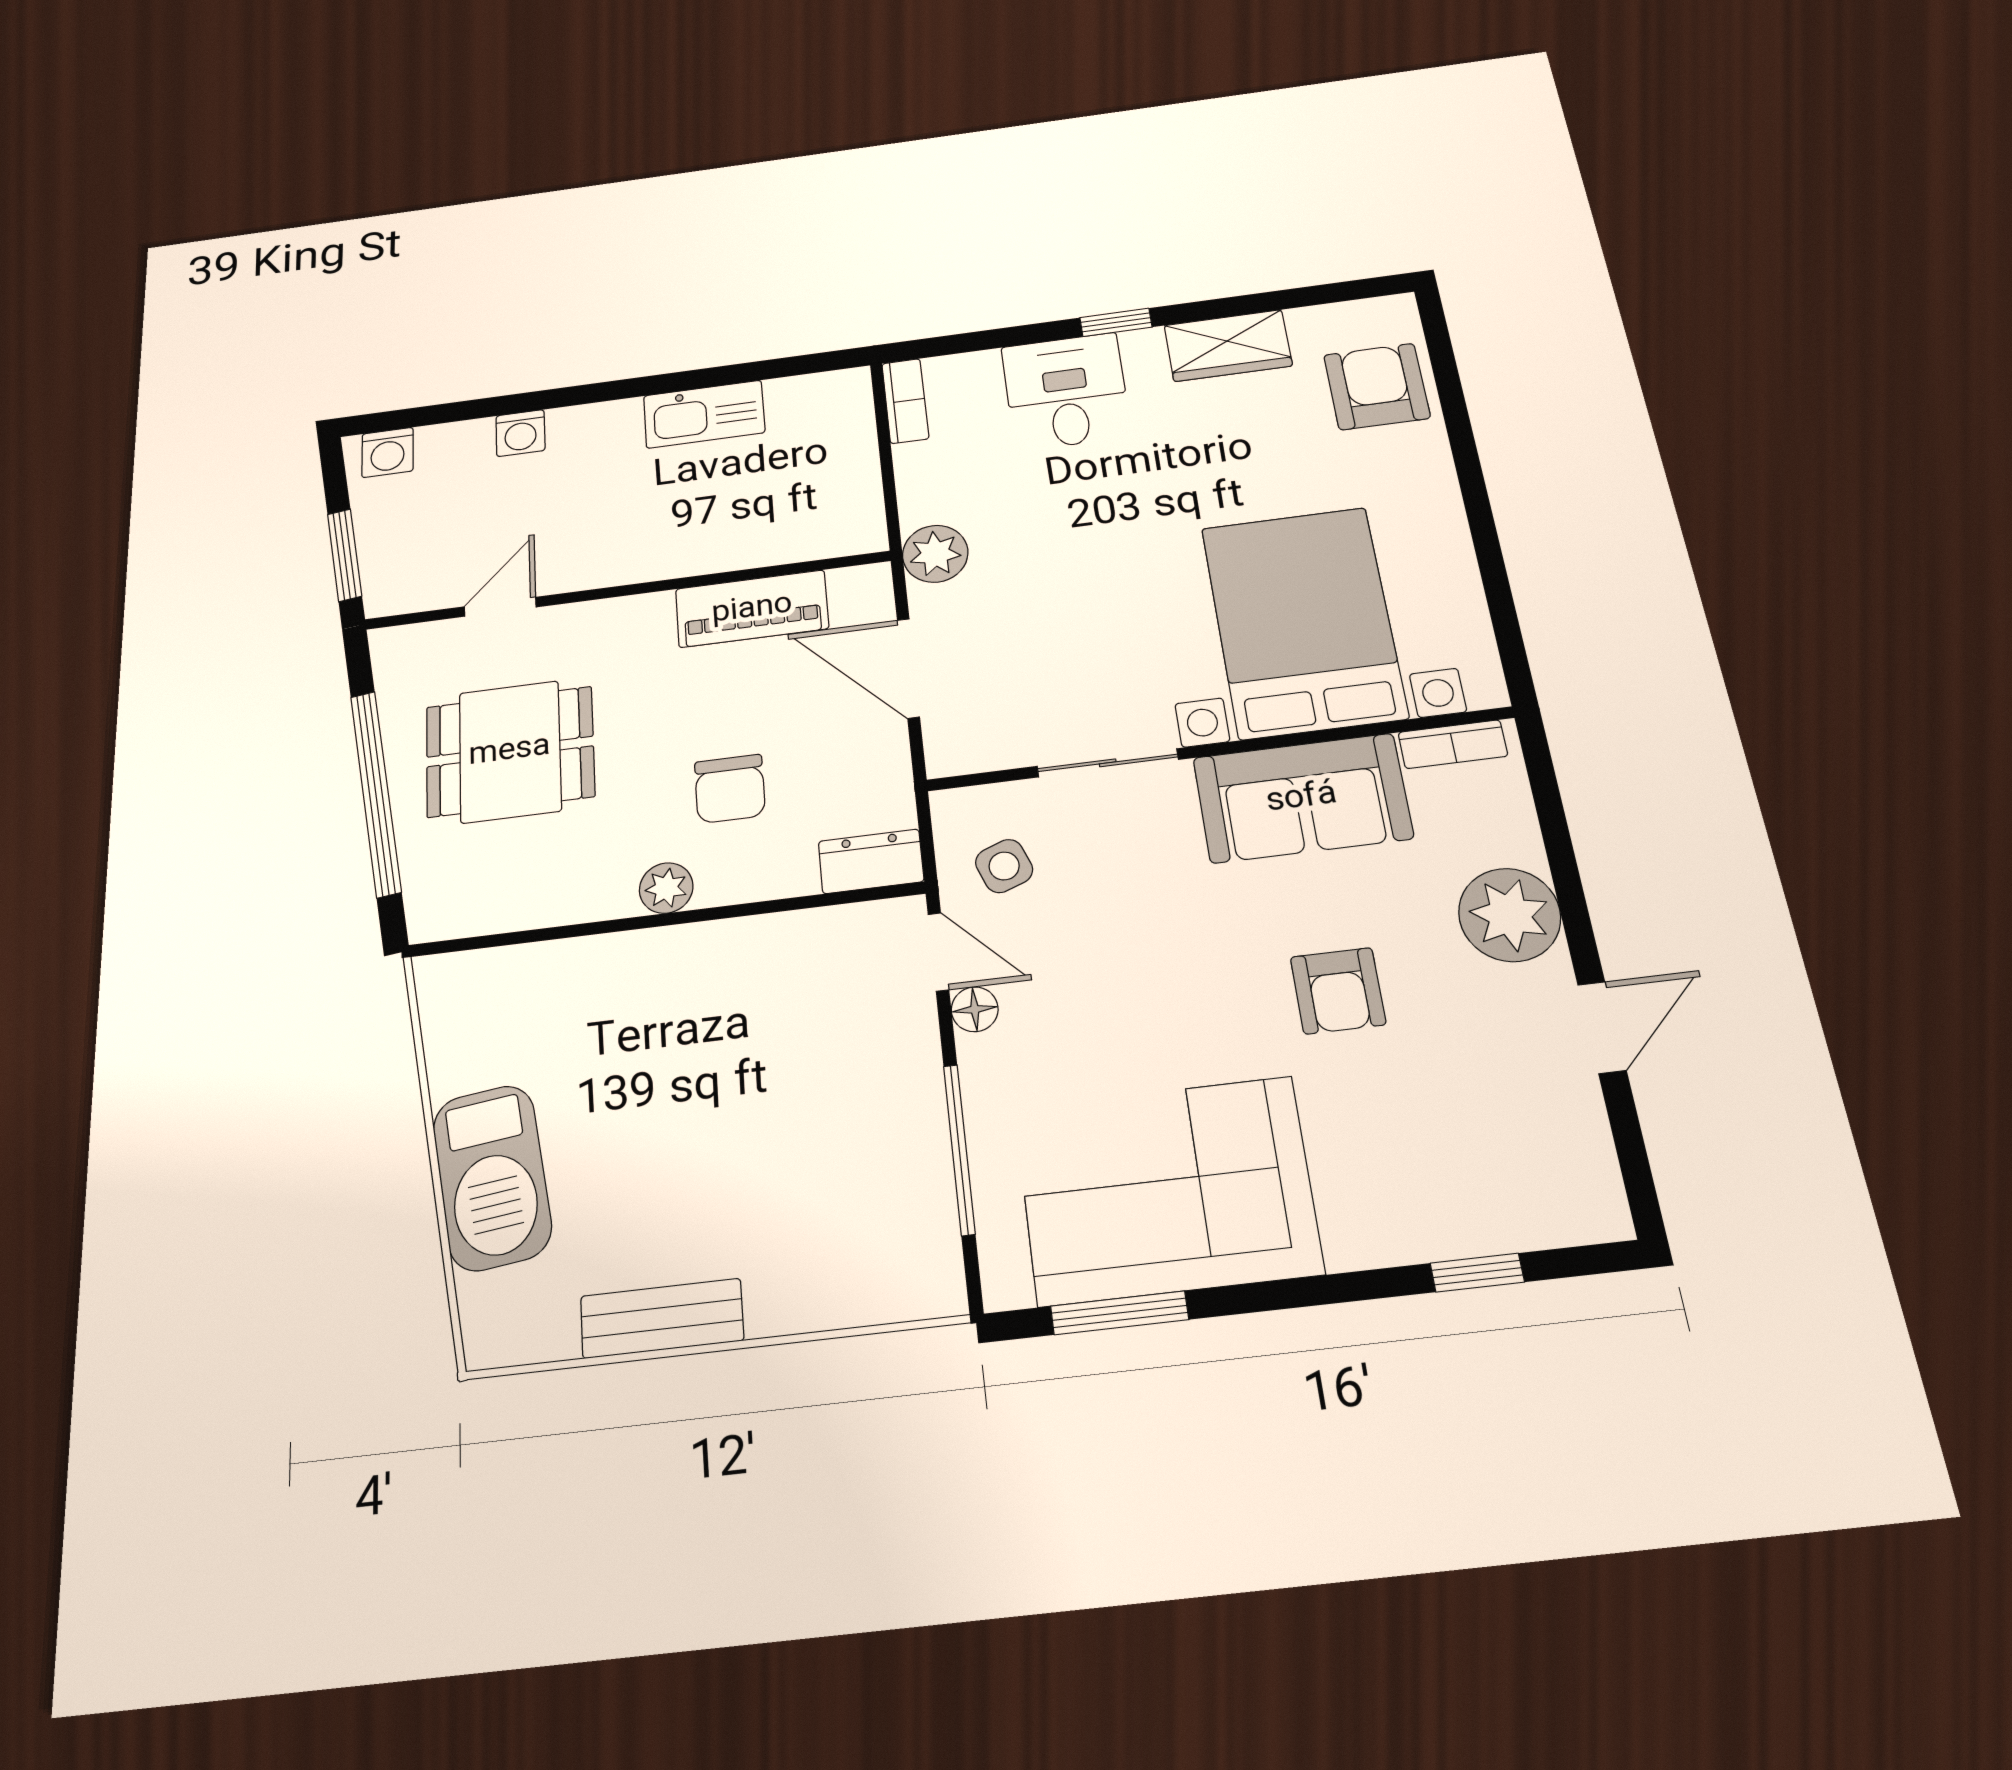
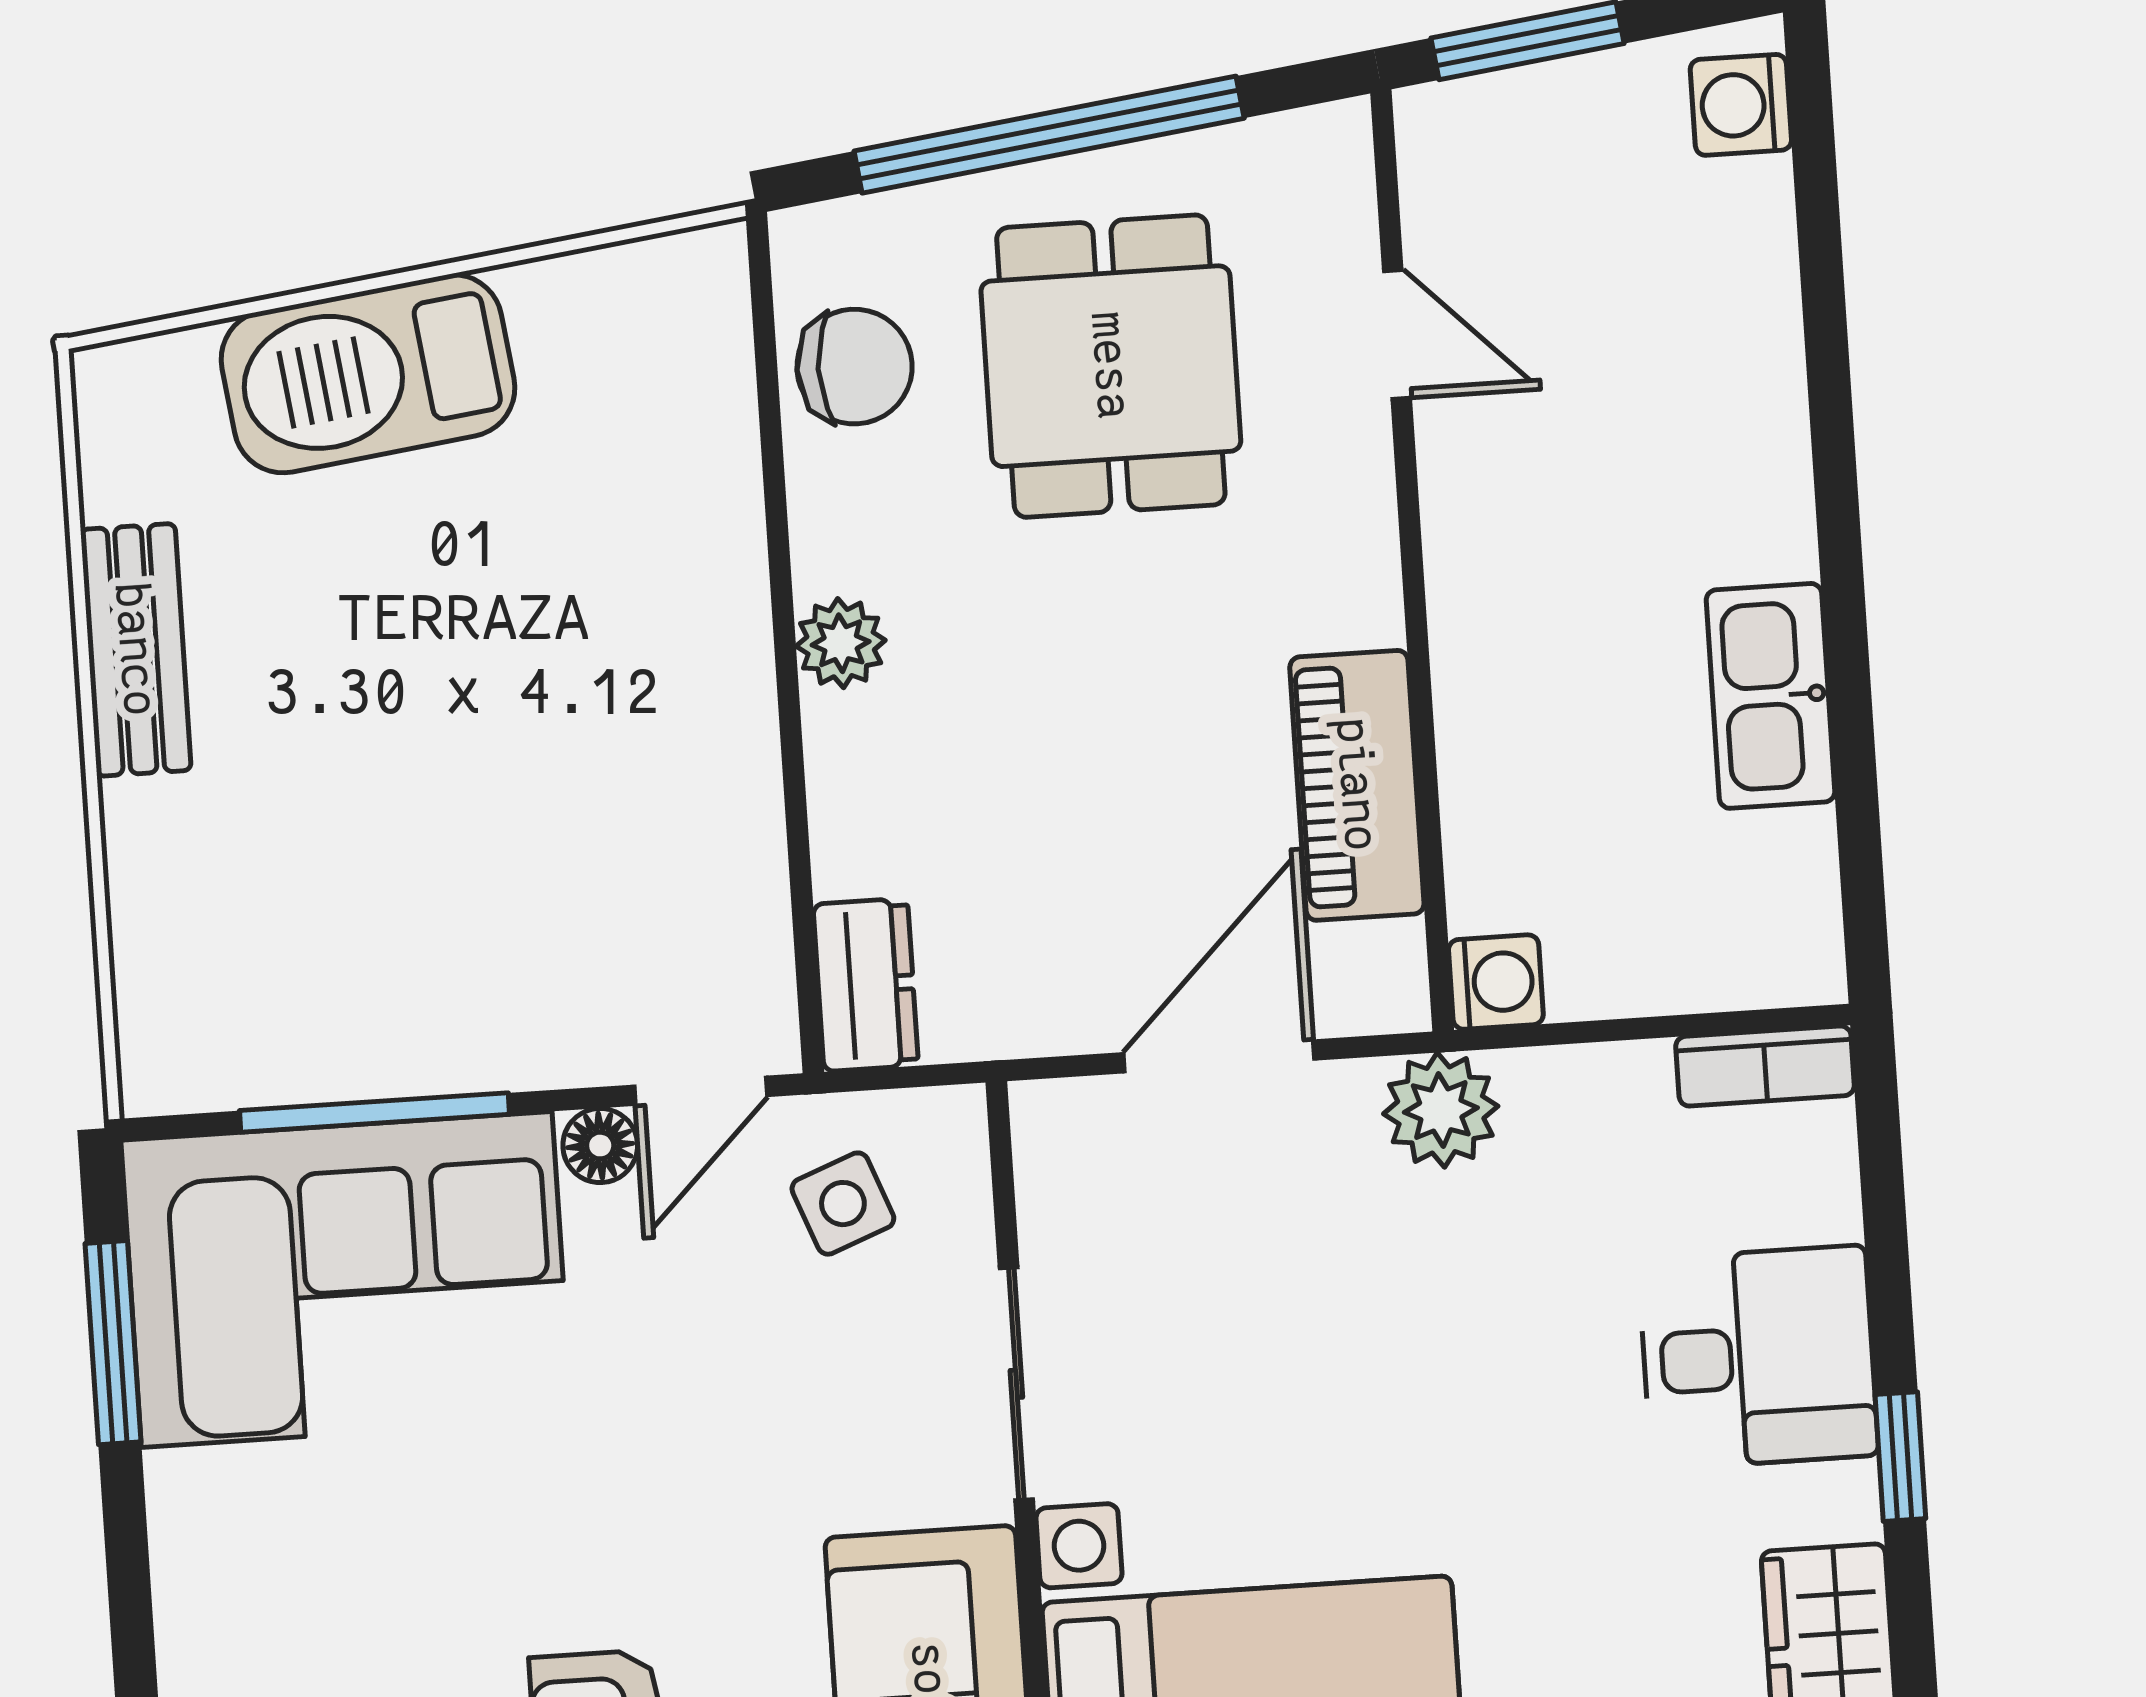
washing machine: (520, 433) -> (1496, 982), moved, turned 180
chair: (730, 789) -> (855, 367), moved, turned 180
corner sofa: (1167, 1190) -> (347, 1280), moved, turned 90

